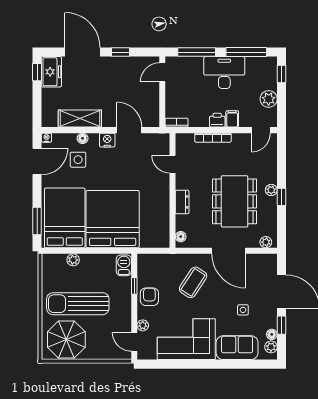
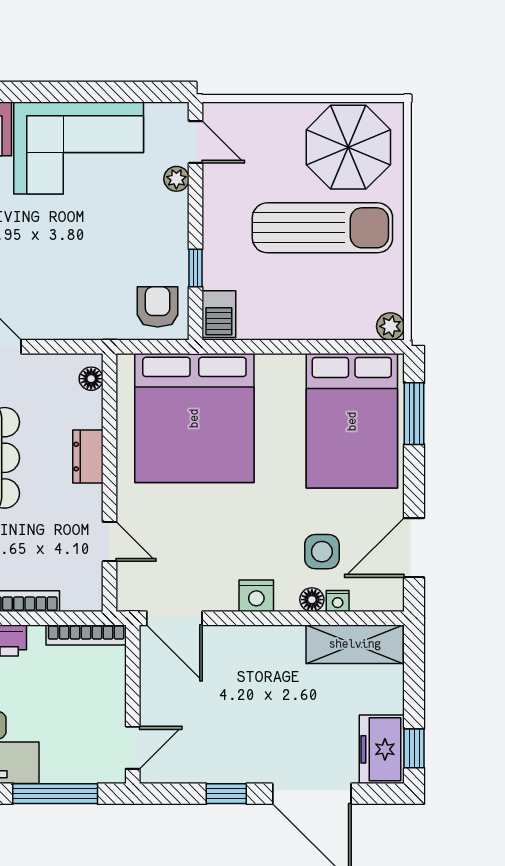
shelving: (80, 119) -> (355, 644), moved
bookcase: (177, 123) -> (86, 635), width x1.56
door: (129, 130) -> (174, 618), moved
nightstand: (46, 138) -> (338, 601), moved
bed: (113, 219) -> (194, 418), moved
plant: (73, 260) -> (390, 326), moved
coffee table: (193, 282) -> (63, 276), removed
armchair: (149, 297) -> (158, 307), moved, turned 180

